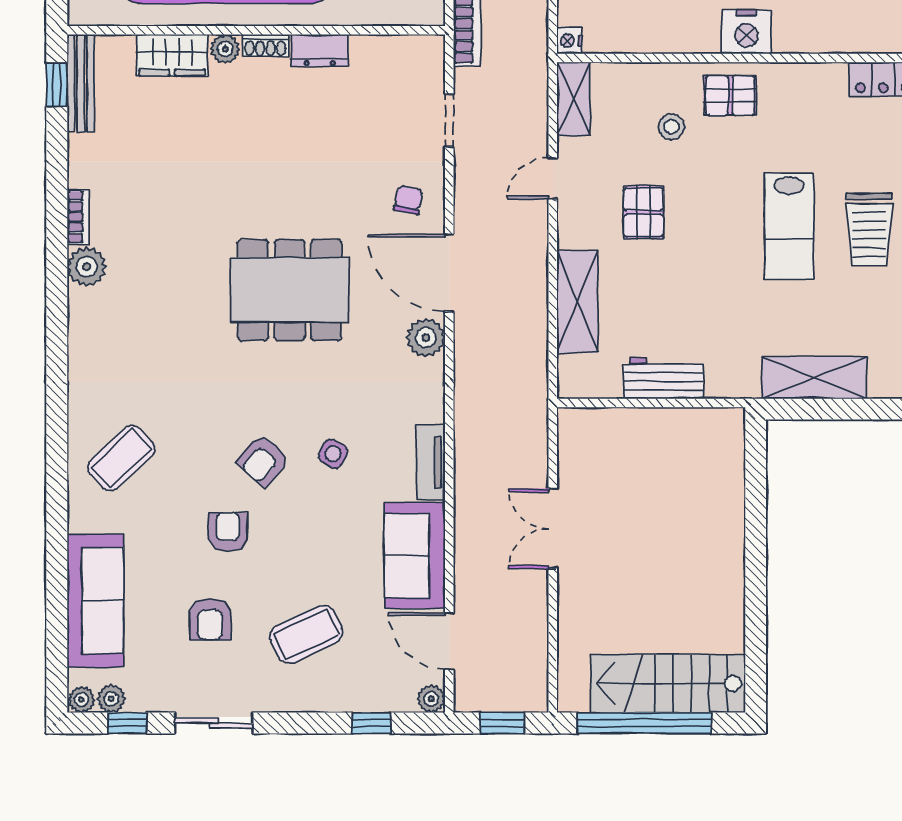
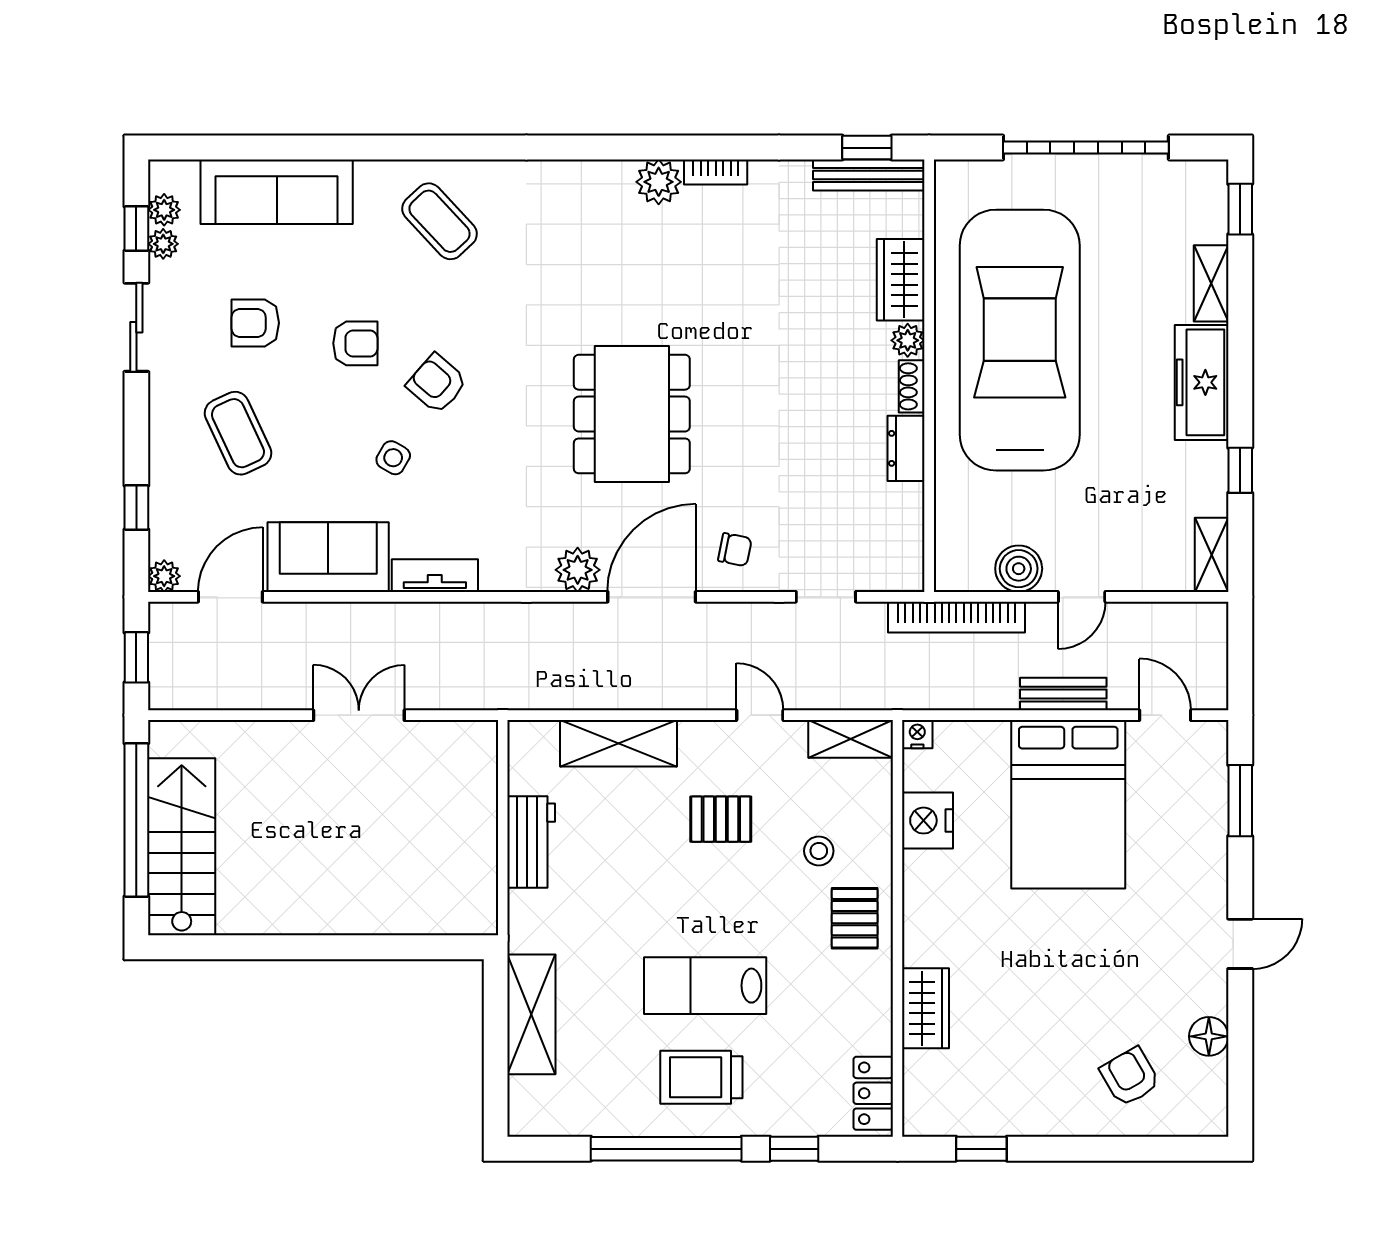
nightstand: (746, 32) -> (928, 821), moved
wardrobe: (809, 33) -> (926, 1008), added
side table: (333, 454) -> (393, 458), moved
plant: (81, 700) -> (163, 244), moved

